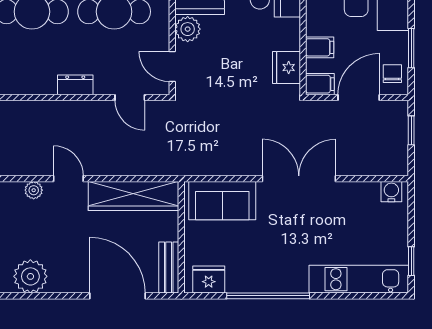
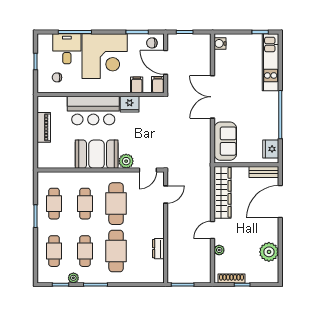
fridge: (286, 68) -> (130, 104), moved
dresser: (75, 85) -> (158, 249), moved

